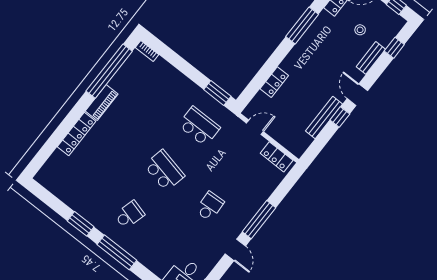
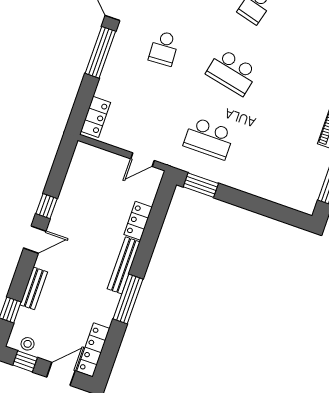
stool: (360, 30) -> (28, 344), moved
bookcase: (147, 51) -> (301, 206), removed
door: (357, 95) -> (35, 240), hinge flipped
bench: (324, 118) -> (124, 265), moved
locker: (277, 157) -> (96, 117), moved, turned 90

